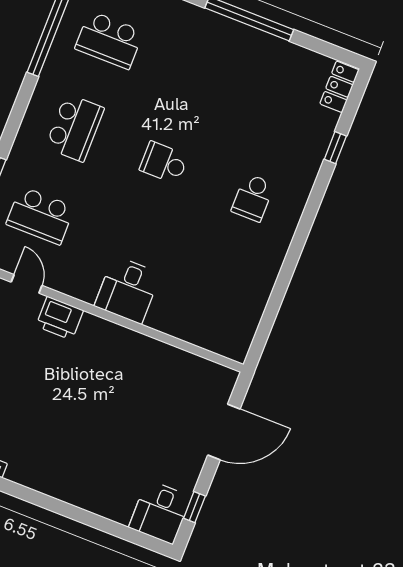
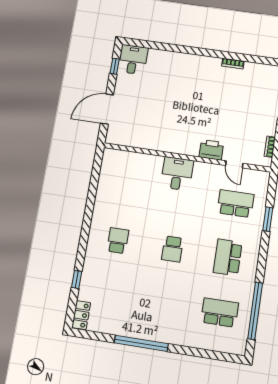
school desk: (164, 163) -> (172, 249), turned 90

